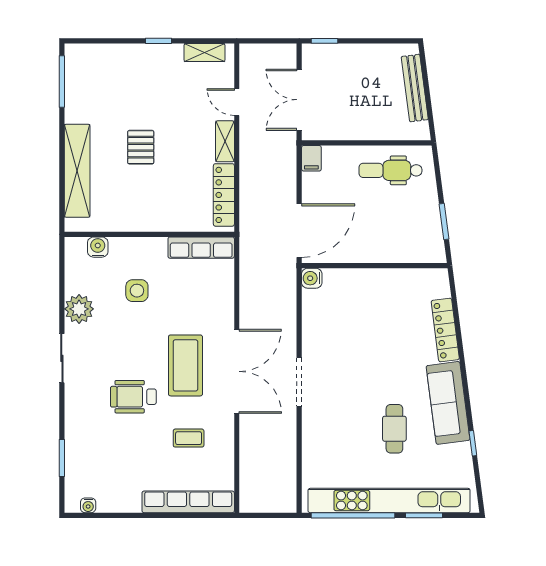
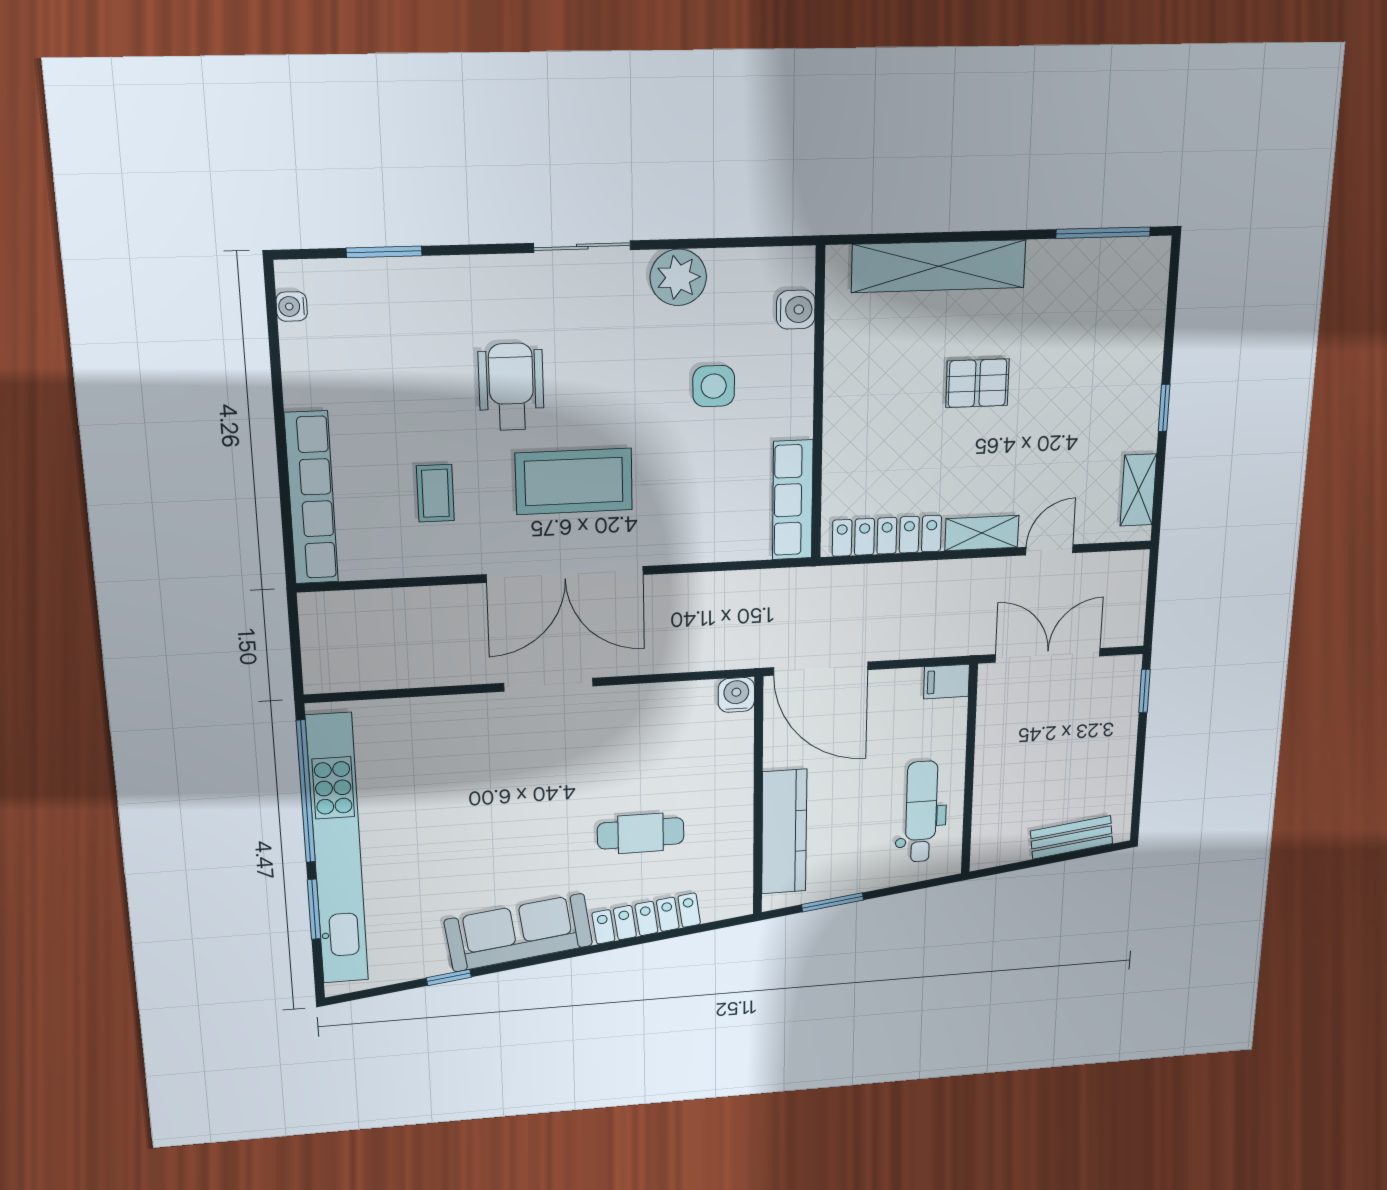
bench: (415, 88) -> (1072, 837), width x0.73
kitchen counter: (397, 250) -> (784, 832), added
cafe table: (394, 429) -> (641, 833), moved

